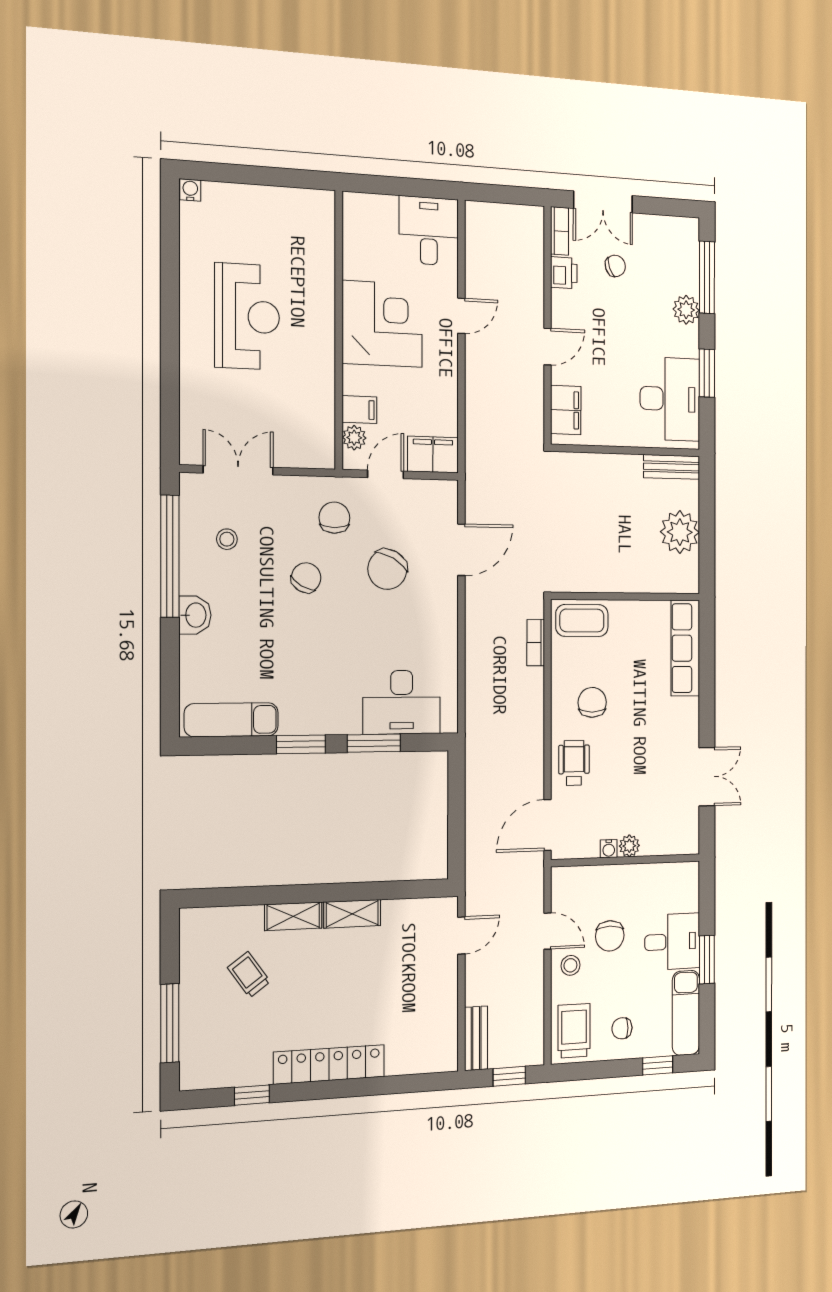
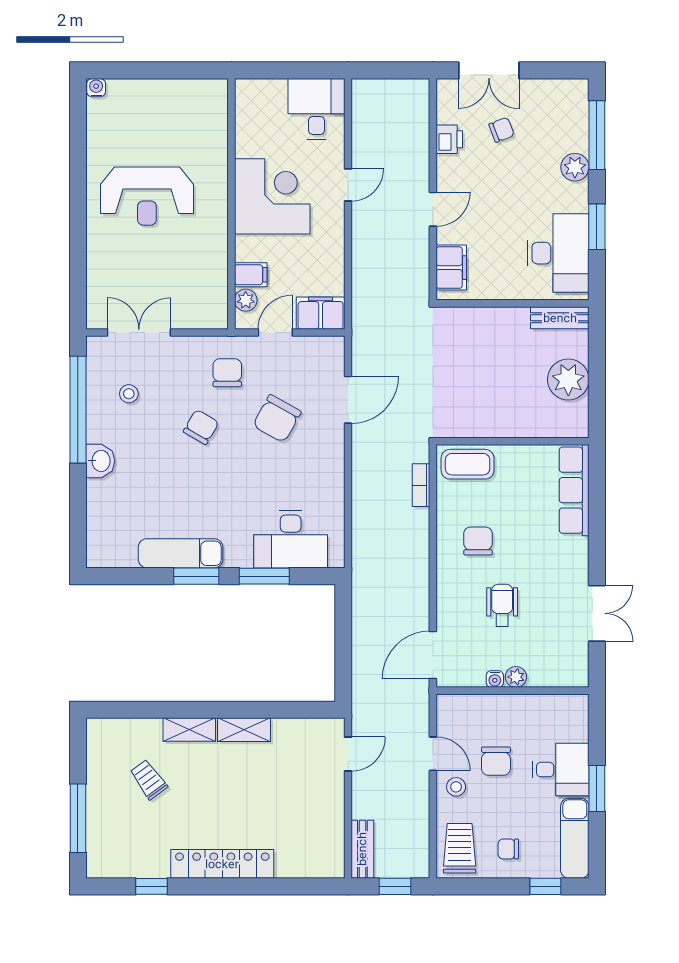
bookcase: (560, 231) -> (445, 101), removed
reception desk: (247, 316) -> (147, 196), turned 90
exam couch: (231, 720) -> (181, 553), moved
wheelchair: (574, 763) -> (502, 605), moved

